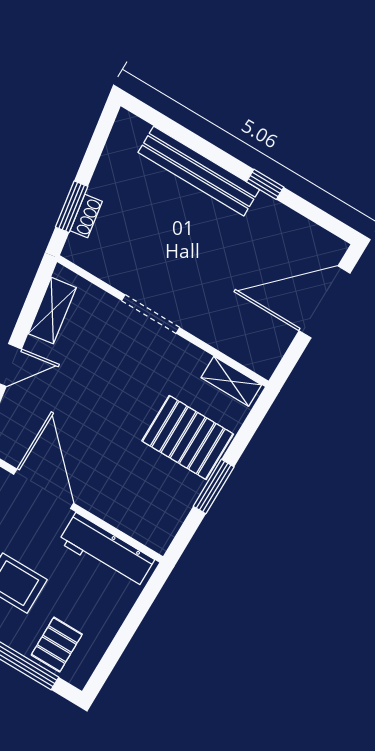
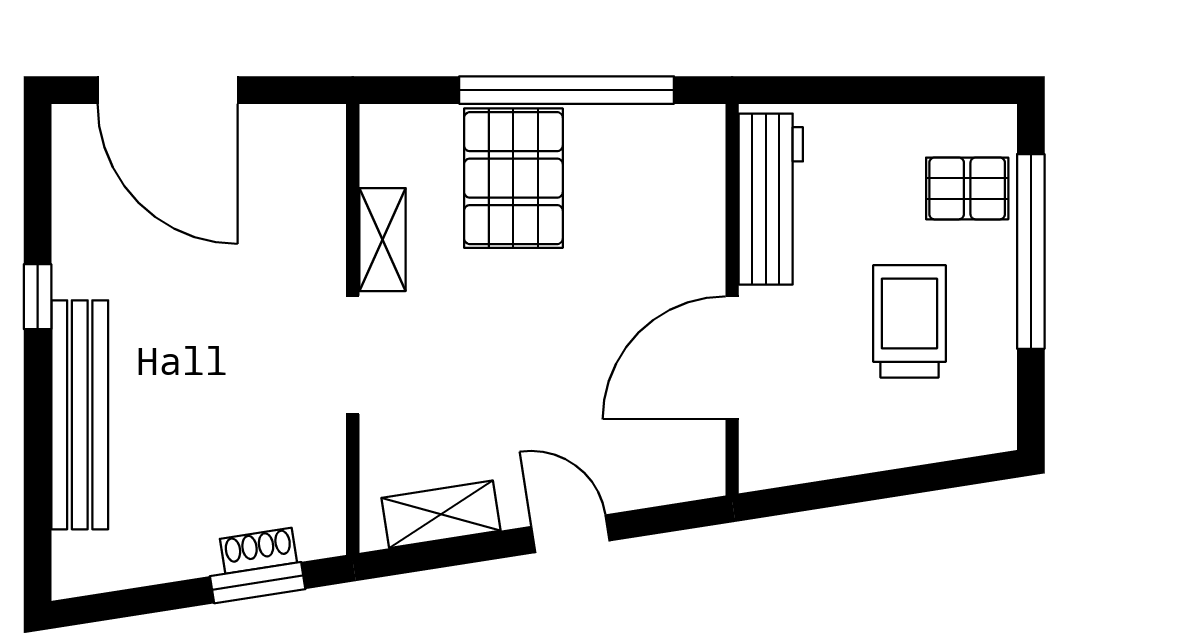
shelving: (231, 381) -> (382, 240), moved
window: (214, 487) -> (567, 90), width x2.11

